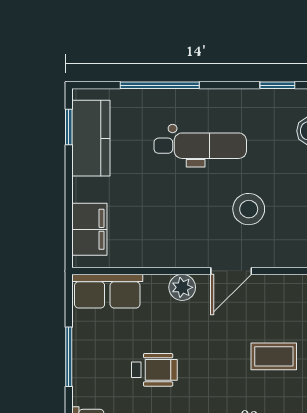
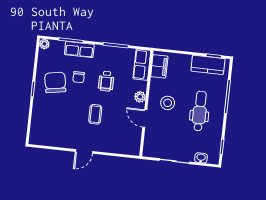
dental chair: (200, 146) -> (200, 111), turned 180
stool: (249, 209) -> (168, 103), moved
filing cabinet: (89, 229) -> (159, 66), moved, turned -90
coffee table: (274, 356) -> (95, 114), moved

